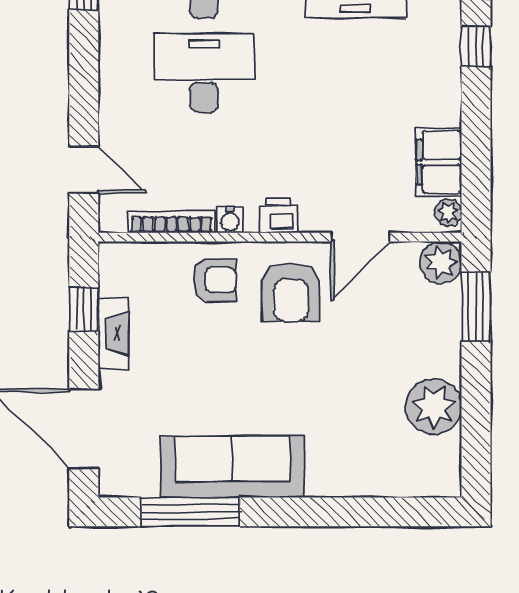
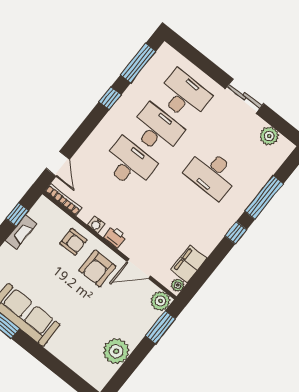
bookcase: (171, 222) -> (63, 199), moved

